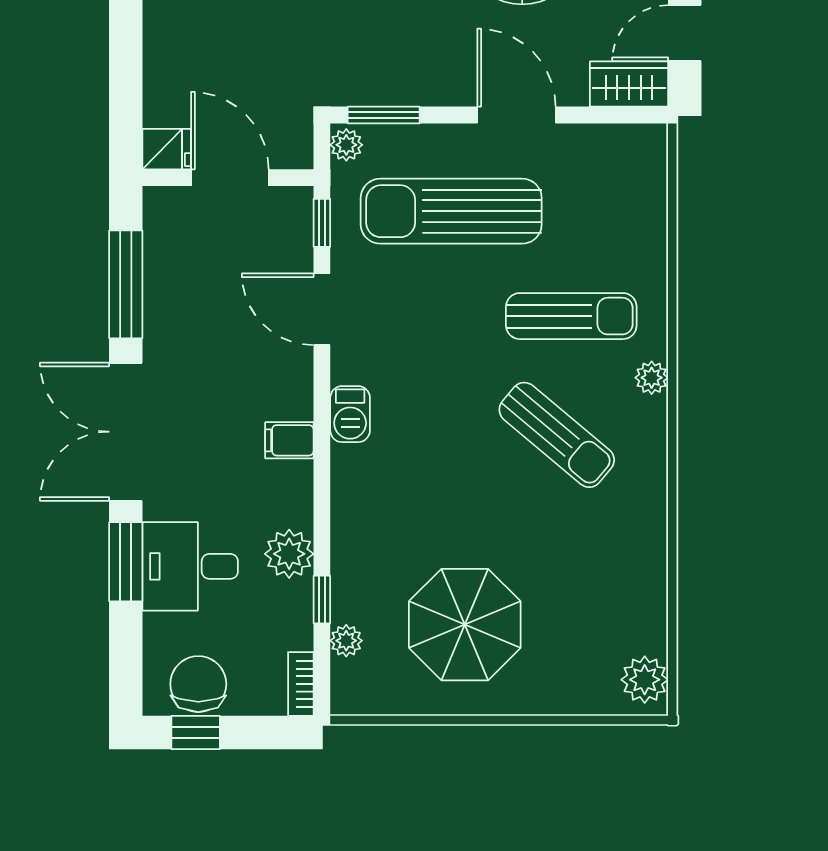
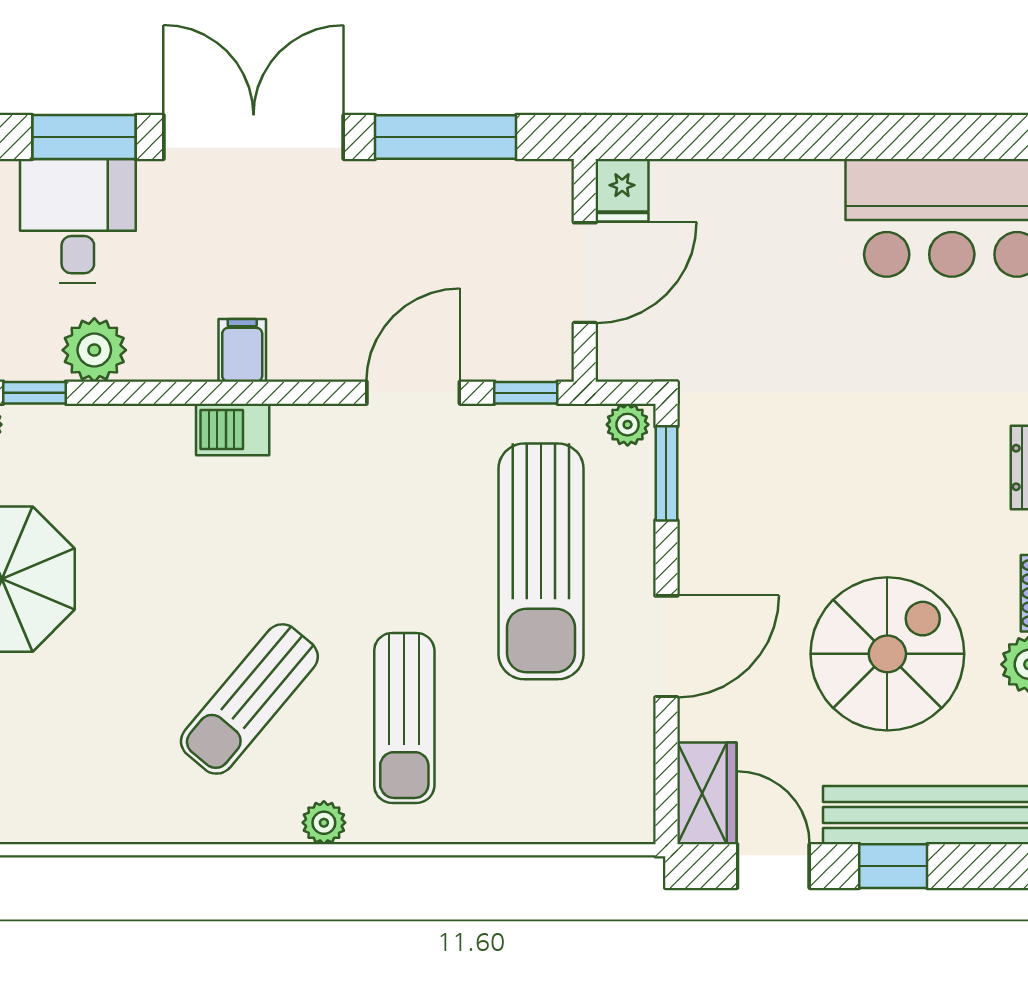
sun lounger: (451, 211) -> (541, 561), turned 180
barbecue: (350, 414) -> (233, 430), moved

